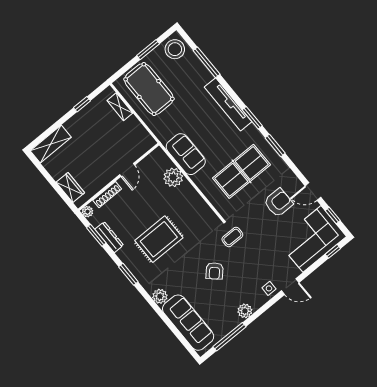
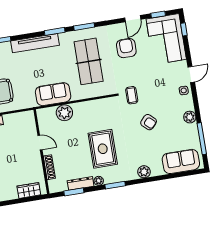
plant: (87, 212) -> (99, 181), moved
sofa: (188, 323) -> (181, 161), width x0.73

